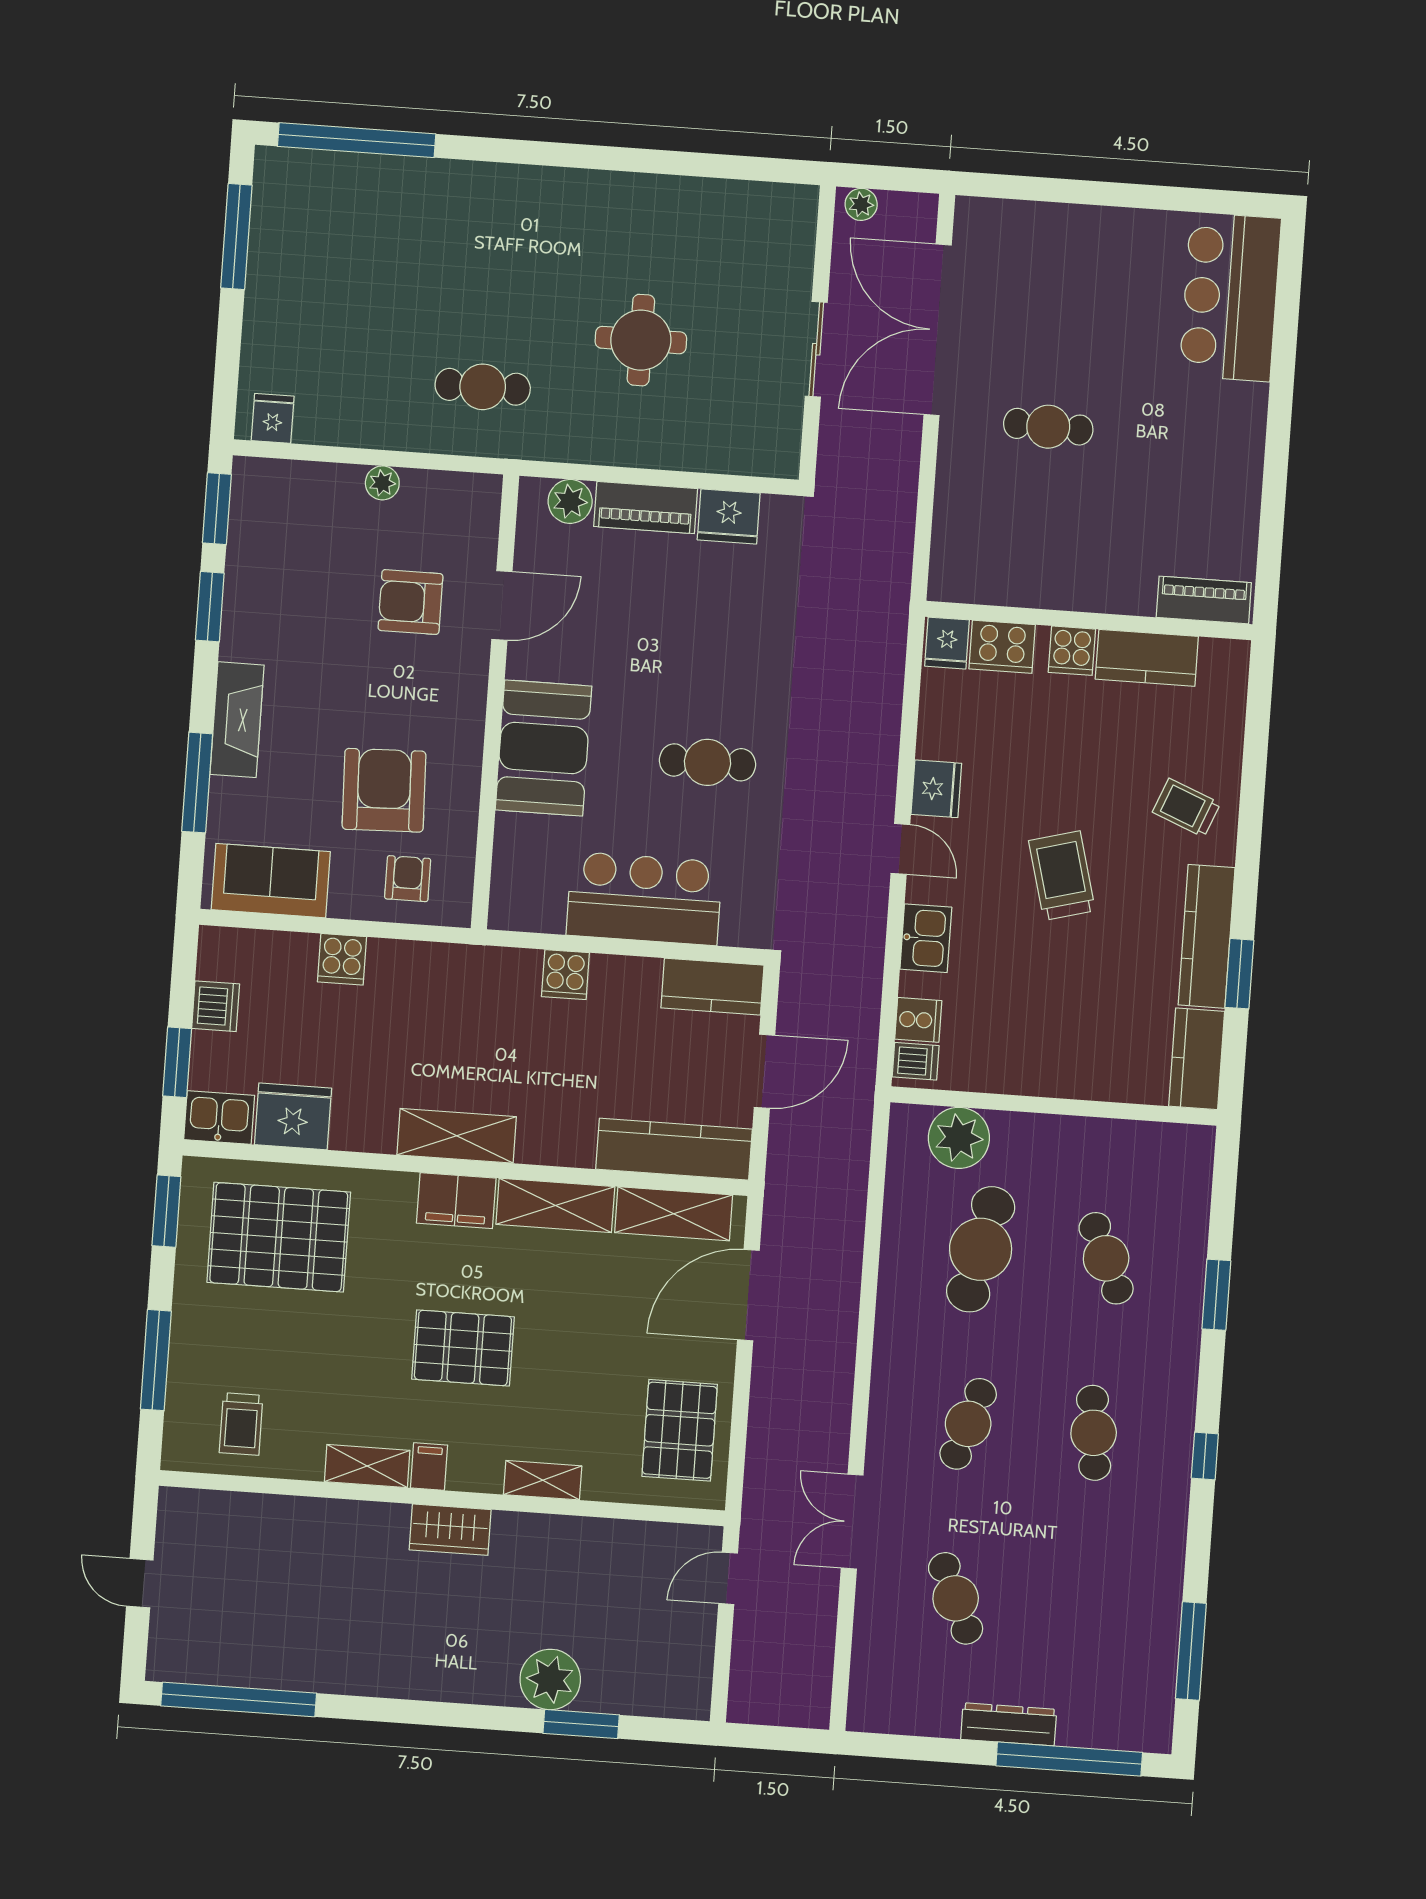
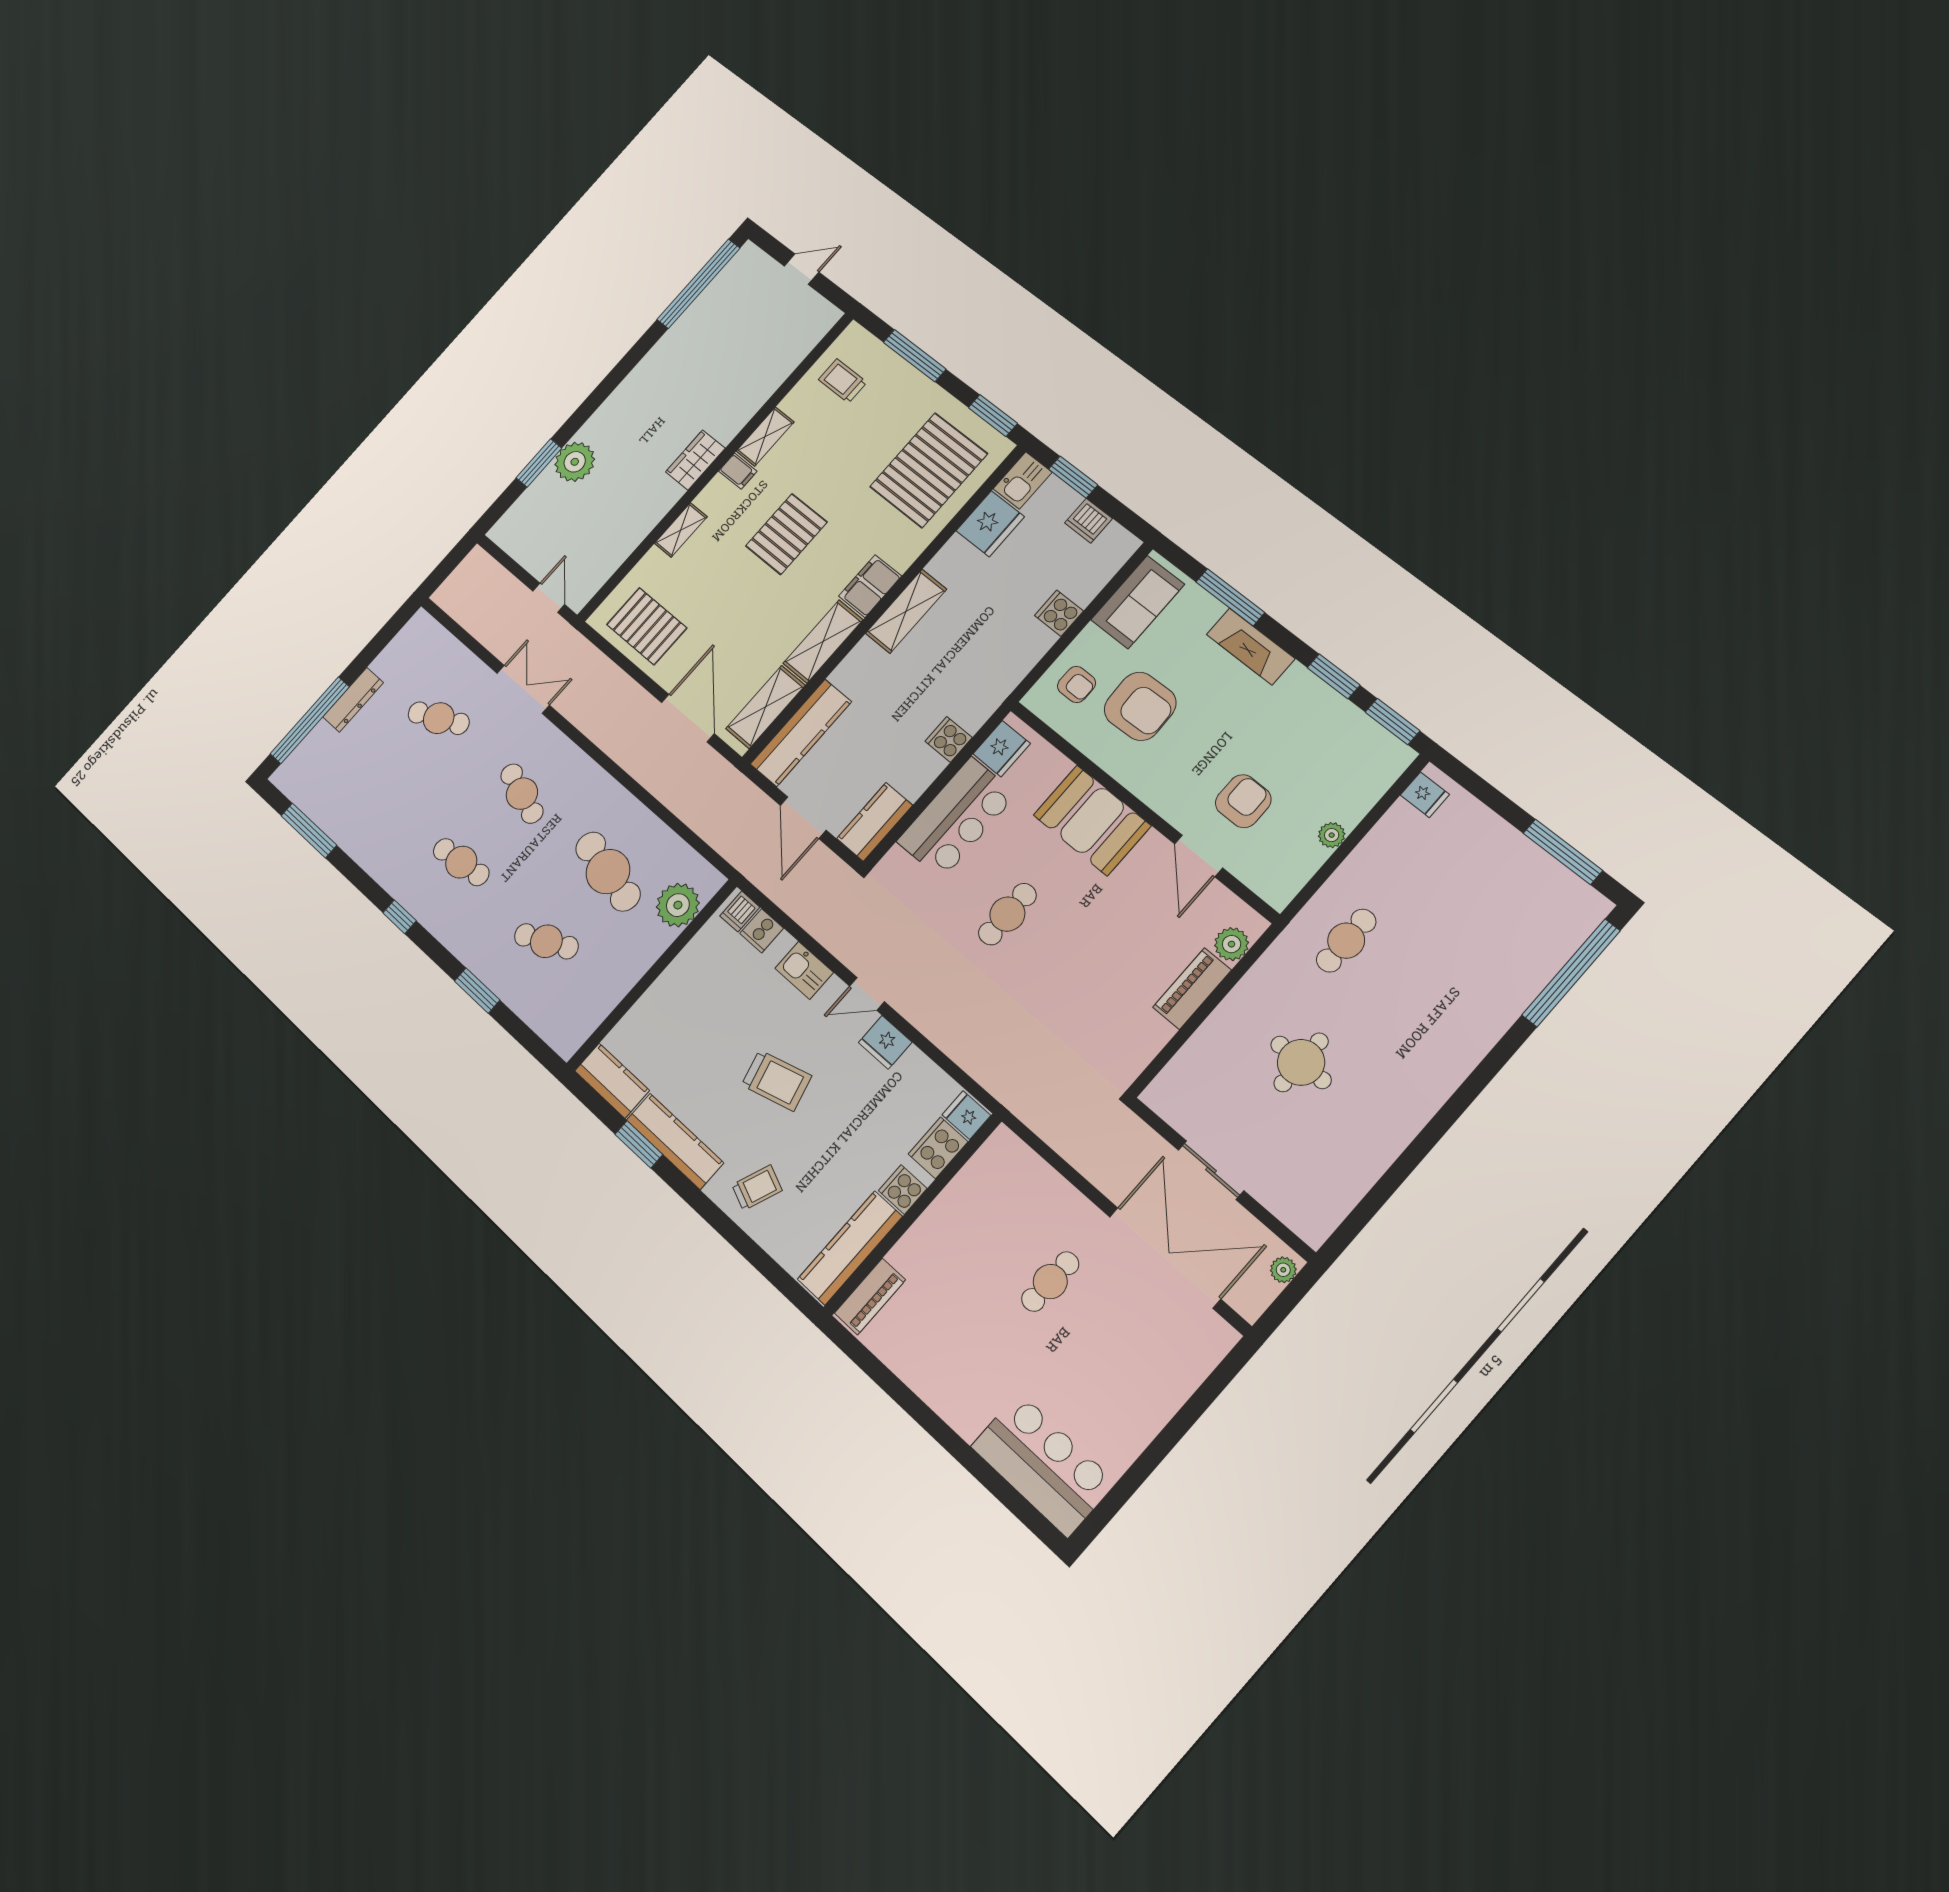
fridge: (729, 516) -> (1002, 749), moved, turned 180
kitchen counter: (1147, 658) -> (850, 1248), width x1.50

